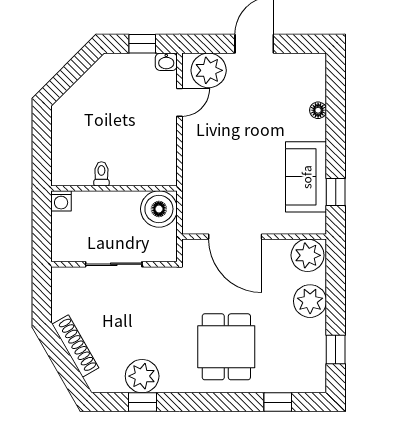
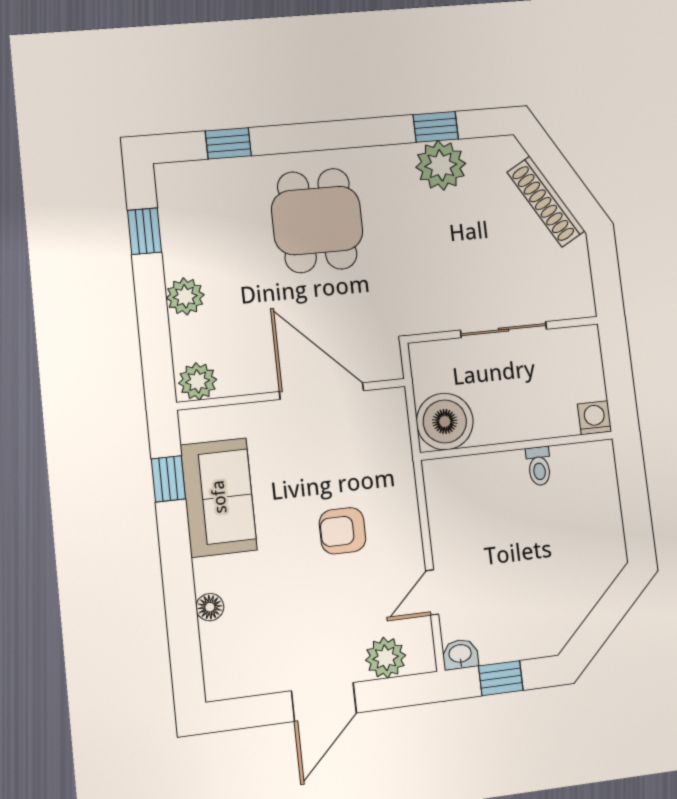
plant: (209, 70) -> (386, 658), width x0.73, depth x0.73
armchair: (232, 147) -> (343, 531), added
plant: (308, 255) -> (198, 381), width x0.73, depth x0.73
plant: (310, 301) -> (185, 296), width x0.73, depth x0.73

